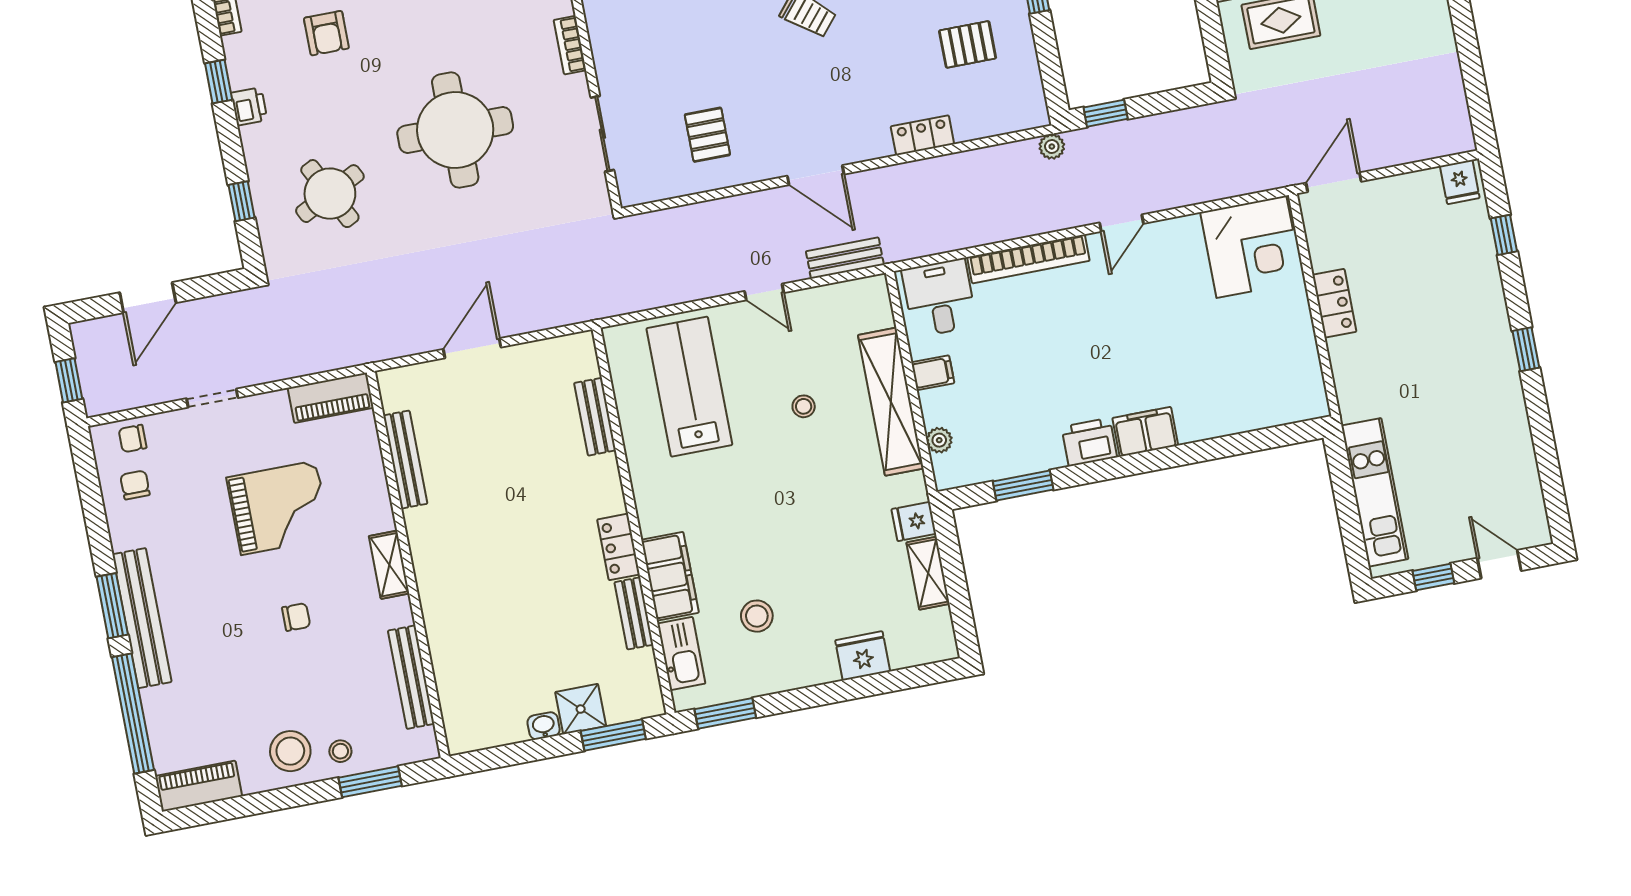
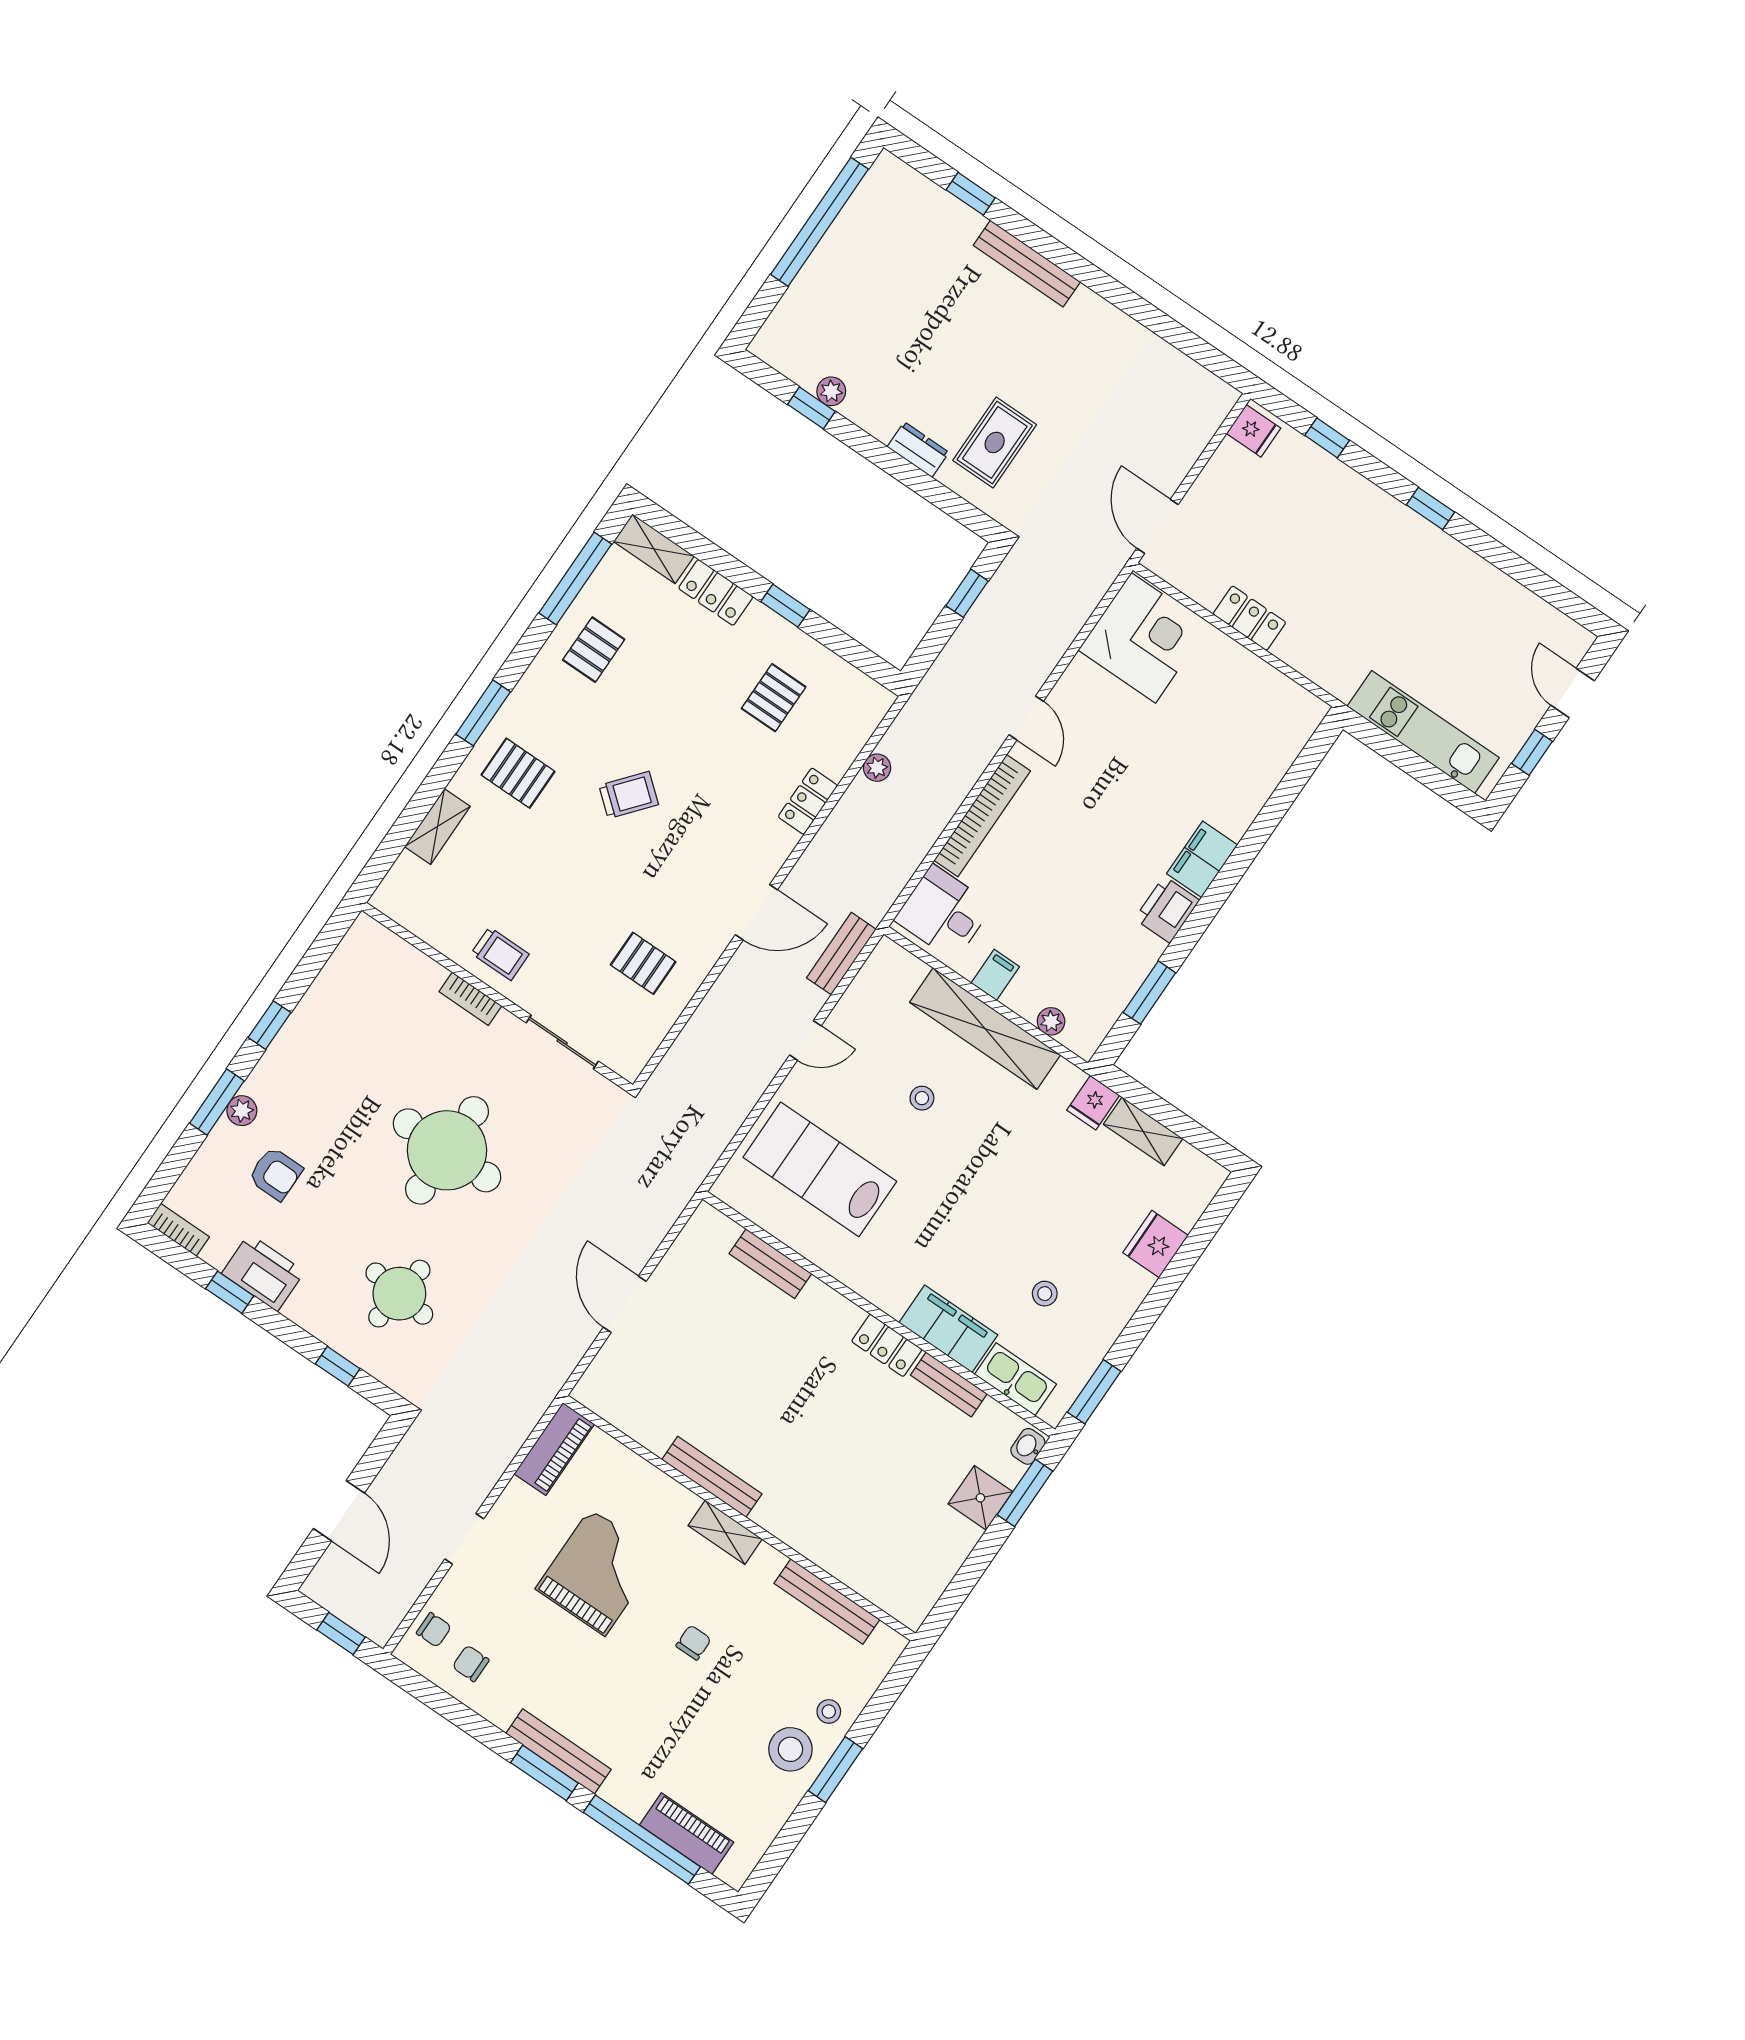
trolley: (619, 35) -> (500, 954), added
printer: (249, 106) -> (263, 1273), width x1.87, depth x1.48
window: (1106, 113) -> (967, 593), moved
plant: (1052, 147) -> (877, 768), moved
round table: (330, 194) -> (399, 1294), turned 34
chair: (133, 439) -> (434, 1630), turned -90
bench: (405, 460) -> (712, 1477), moved
door: (1499, 564) -> (1573, 693), hinge flipped
stool: (757, 616) -> (1045, 1294), width x0.73, depth x0.73
bench: (142, 618) -> (559, 1751), width x0.73, depth x0.82
washbasin: (544, 726) -> (1028, 1446), moved
window: (370, 782) -> (835, 1770), moved
piano: (199, 786) -> (687, 1834), moved, turned 90

